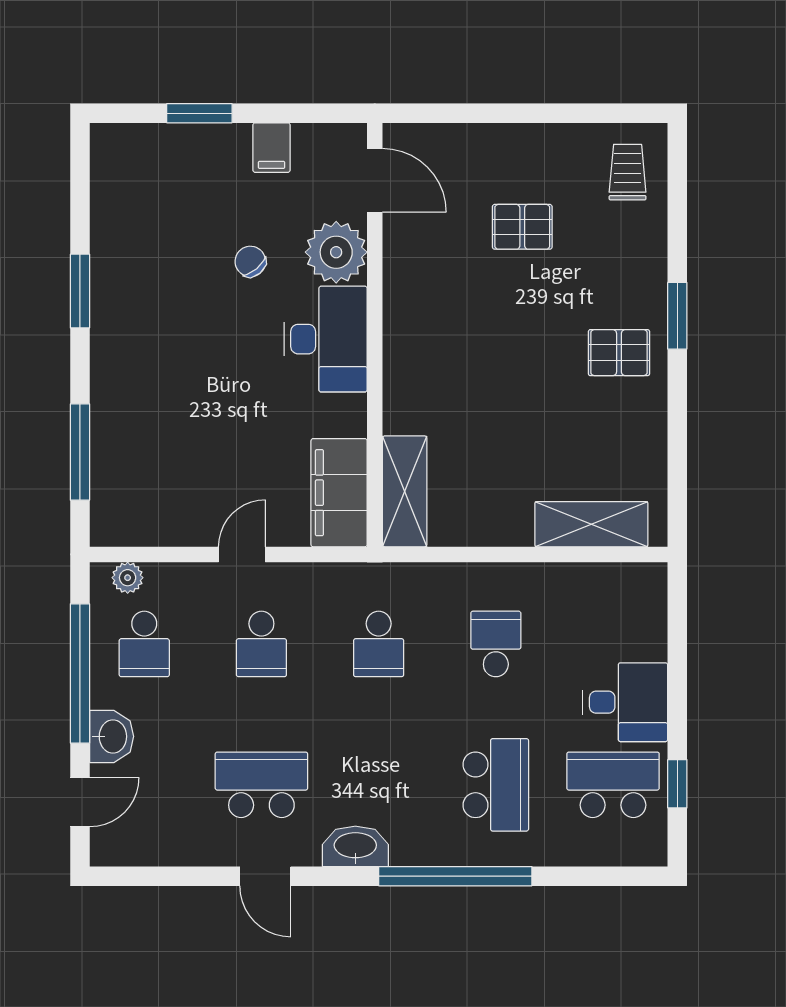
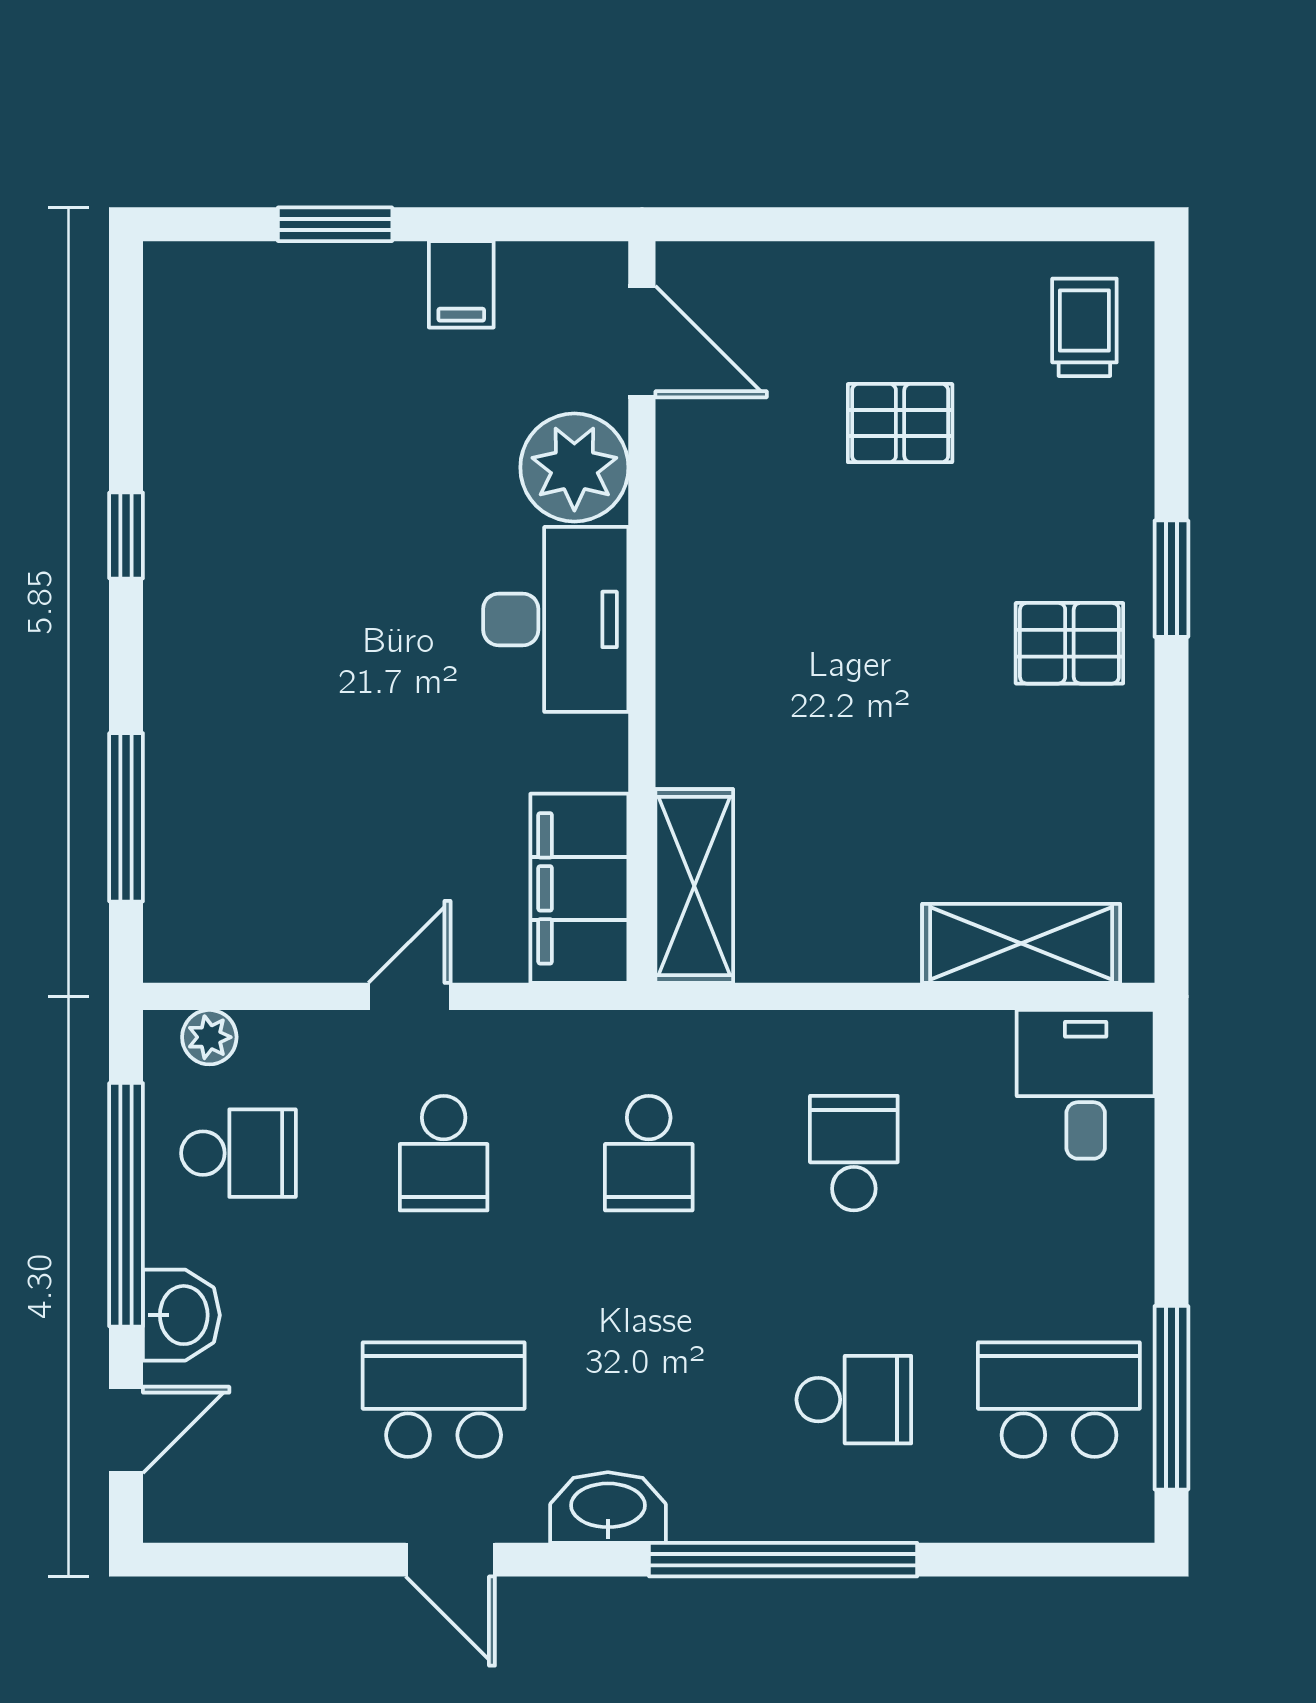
chair: (250, 261) -> (424, 484), removed
window: (80, 291) -> (126, 535), width x0.67
school desk: (144, 644) -> (239, 1153), turned -90
desk: (625, 702) -> (1086, 1084), moved, turned -90
window: (677, 784) -> (1171, 1398), width x2.17
school desk: (496, 785) -> (854, 1400), width x0.54

